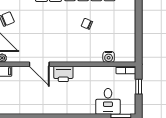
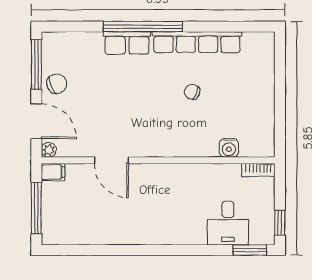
printer: (63, 74) -> (152, 176), removed
window: (139, 87) -> (280, 223), moved

